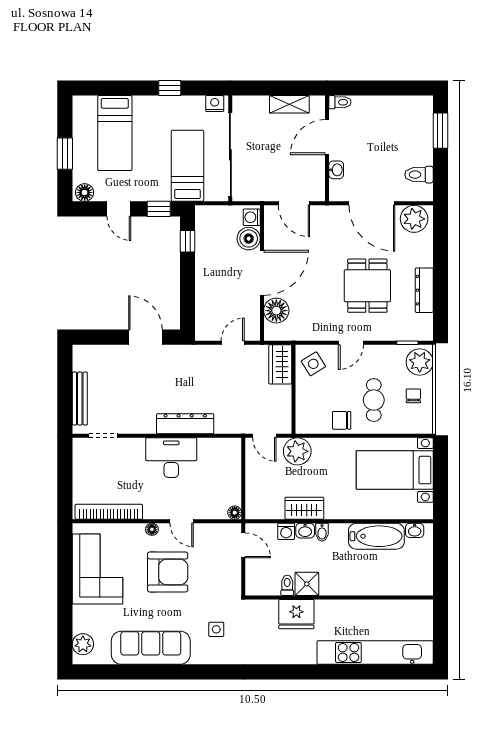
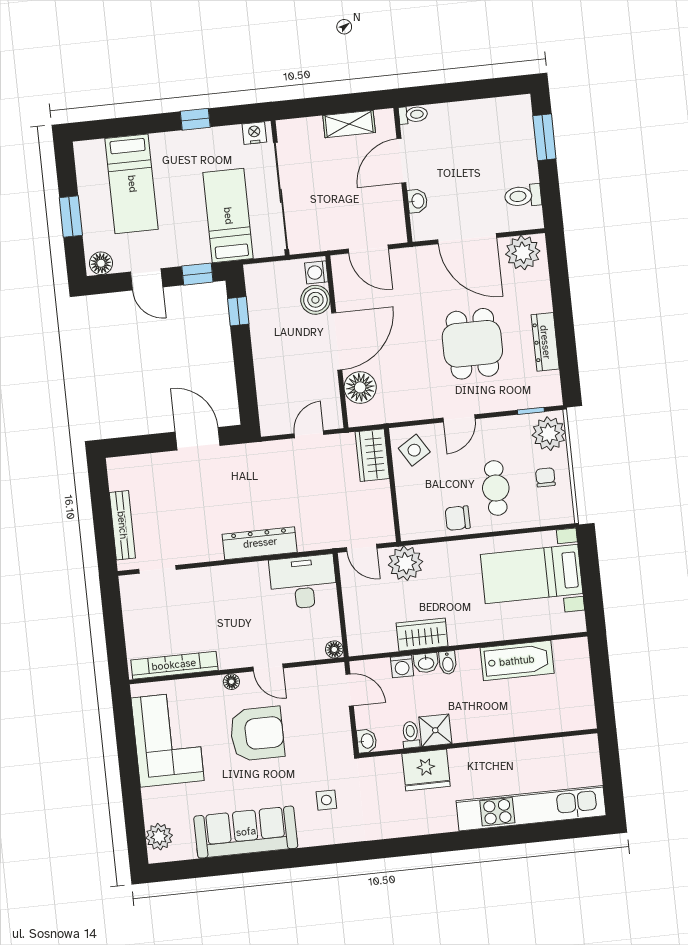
desk: (171, 458) -> (303, 582), moved
washbasin: (415, 530) -> (367, 741), moved, turned -90

